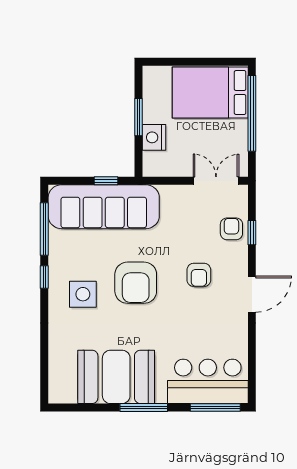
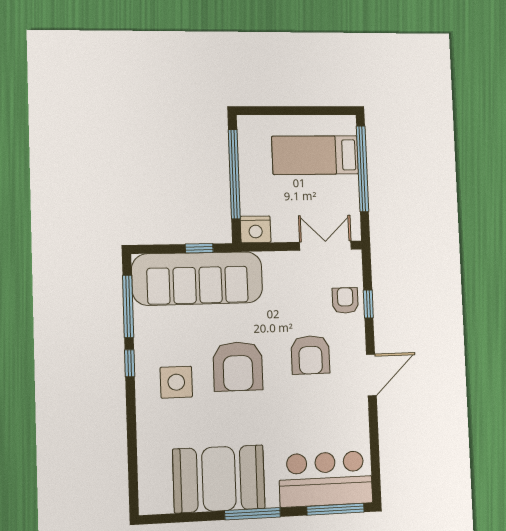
bed: (210, 93) -> (315, 155), width x0.67
window: (138, 117) -> (234, 174), width x2.11
nightstand: (154, 137) -> (256, 229), moved, turned -90
armchair: (199, 275) -> (310, 355), width x1.38, depth x1.38

